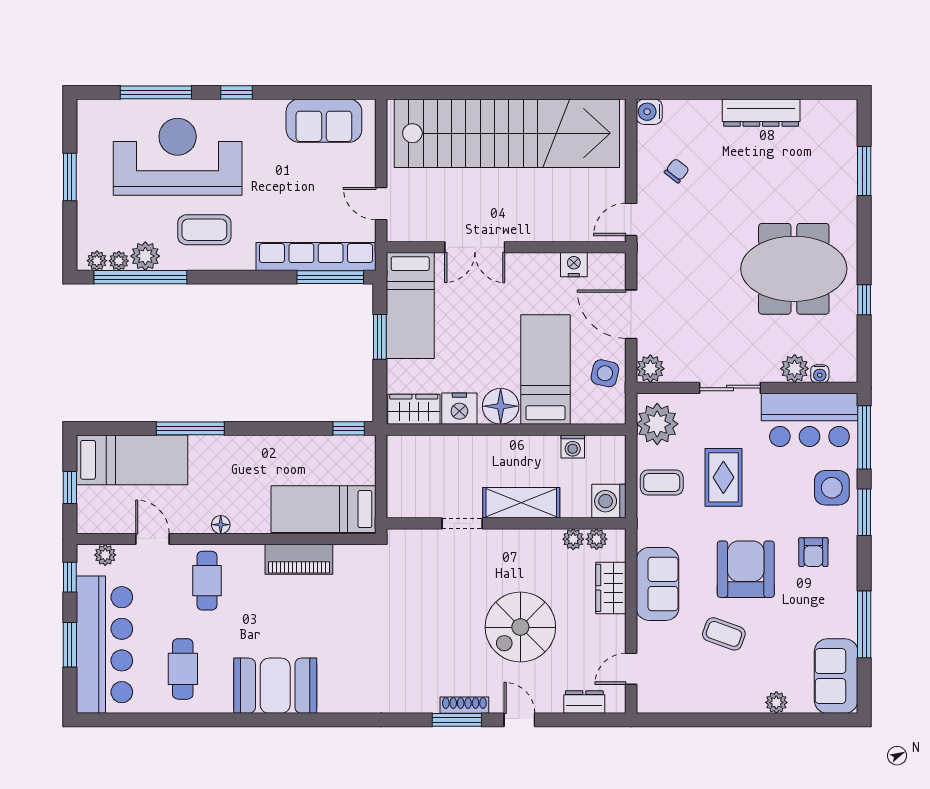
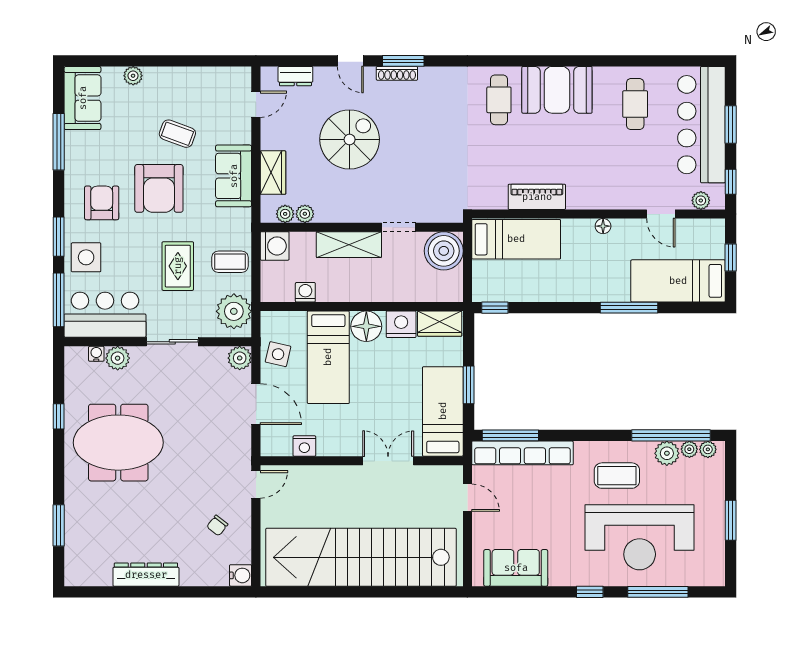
boiler: (409, 495) -> (444, 251), added
armchair: (813, 552) -> (102, 203), width x1.38, depth x1.38
cafe table: (207, 581) -> (499, 100), moved

